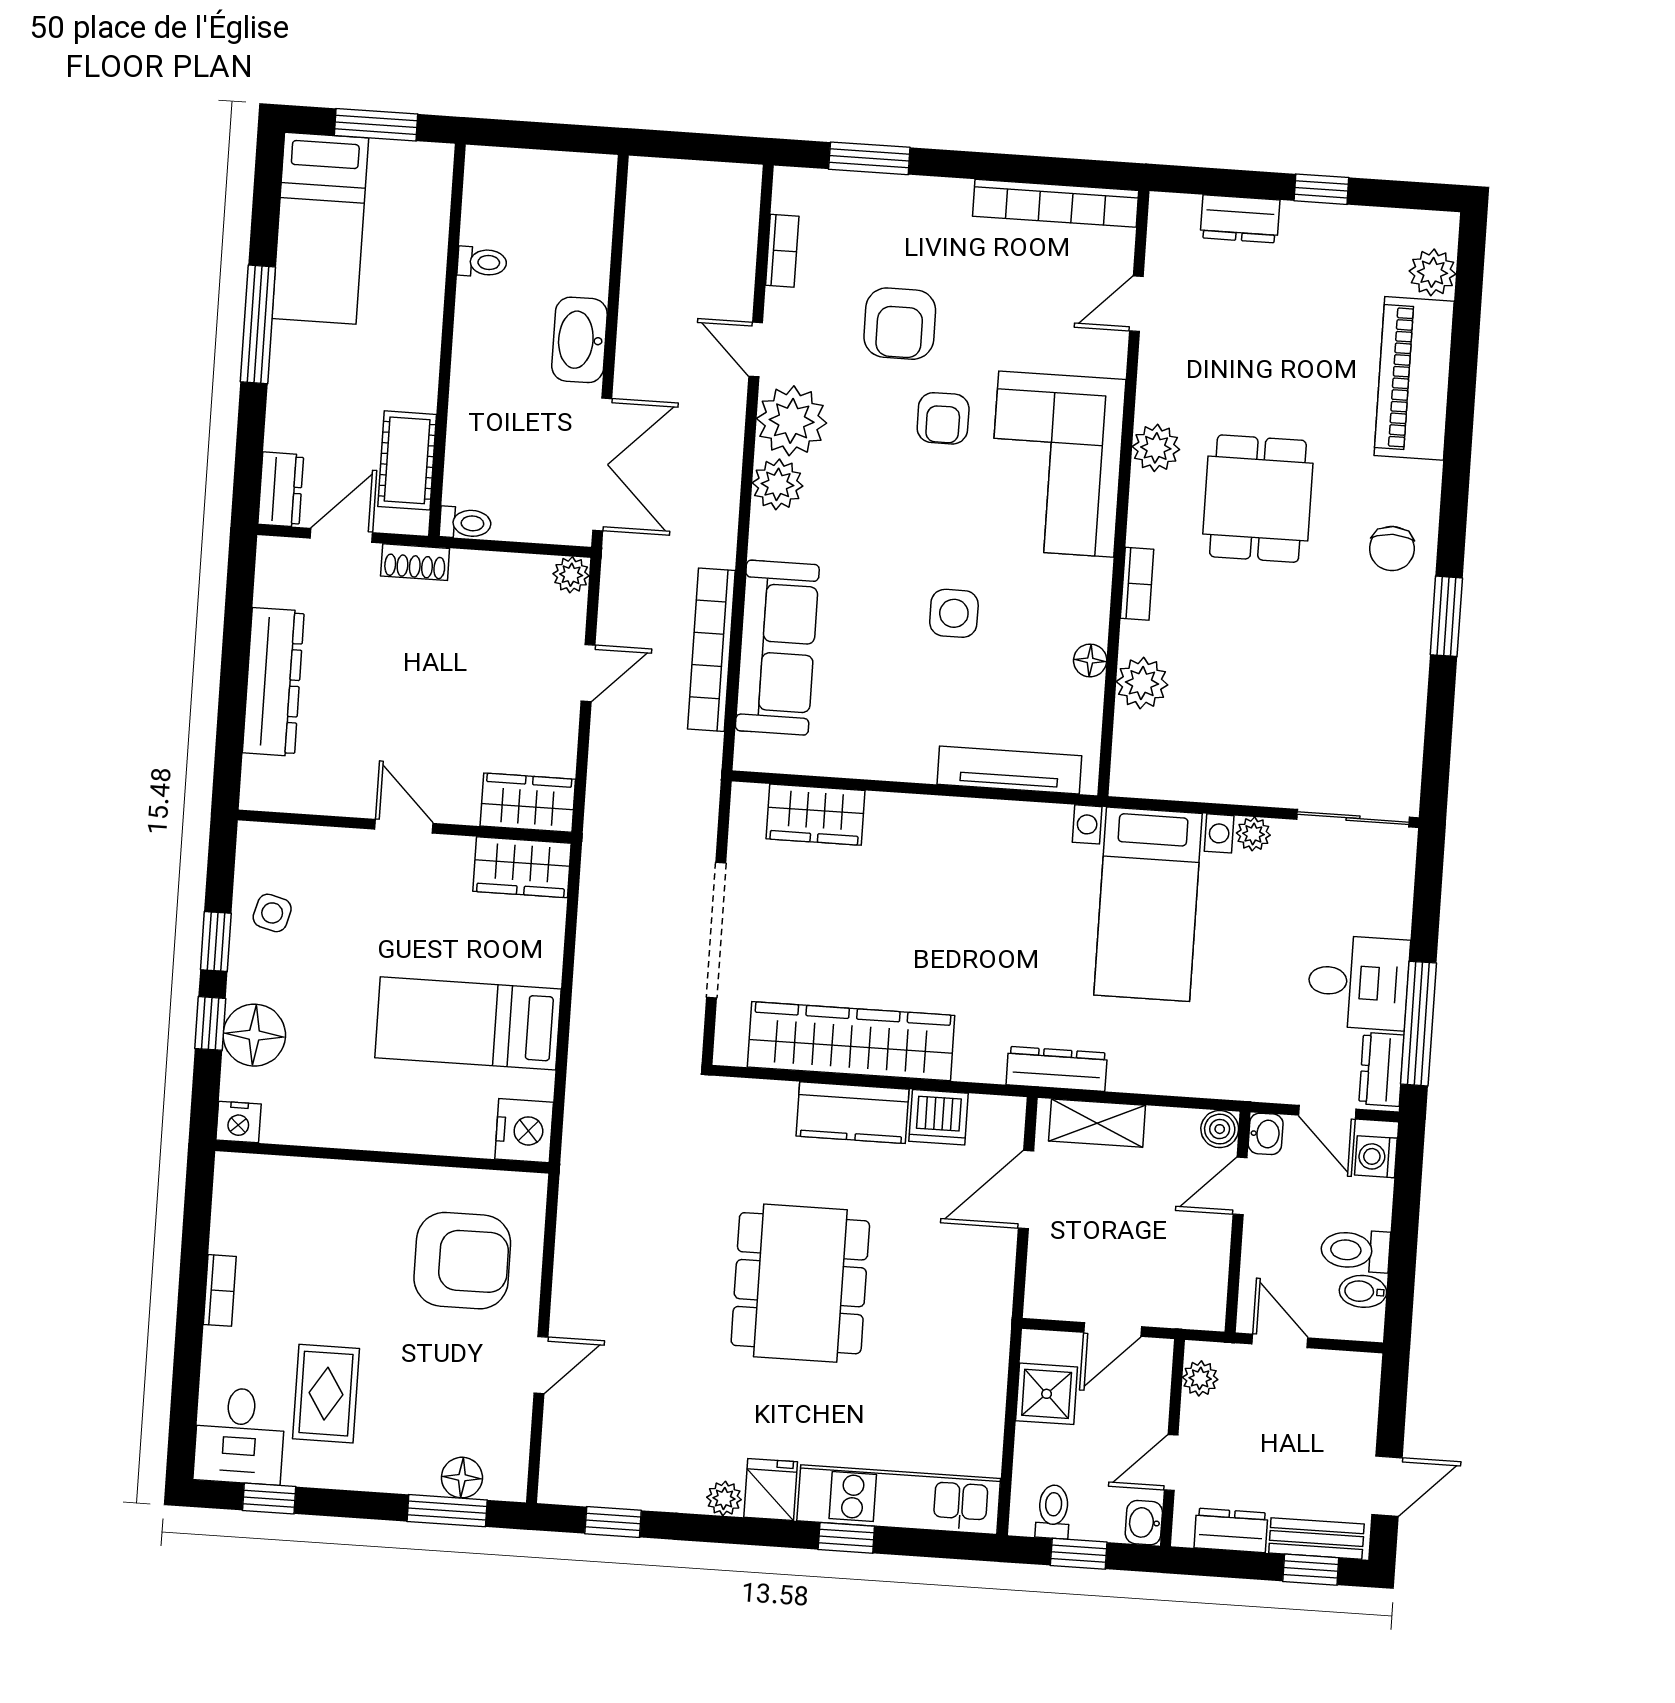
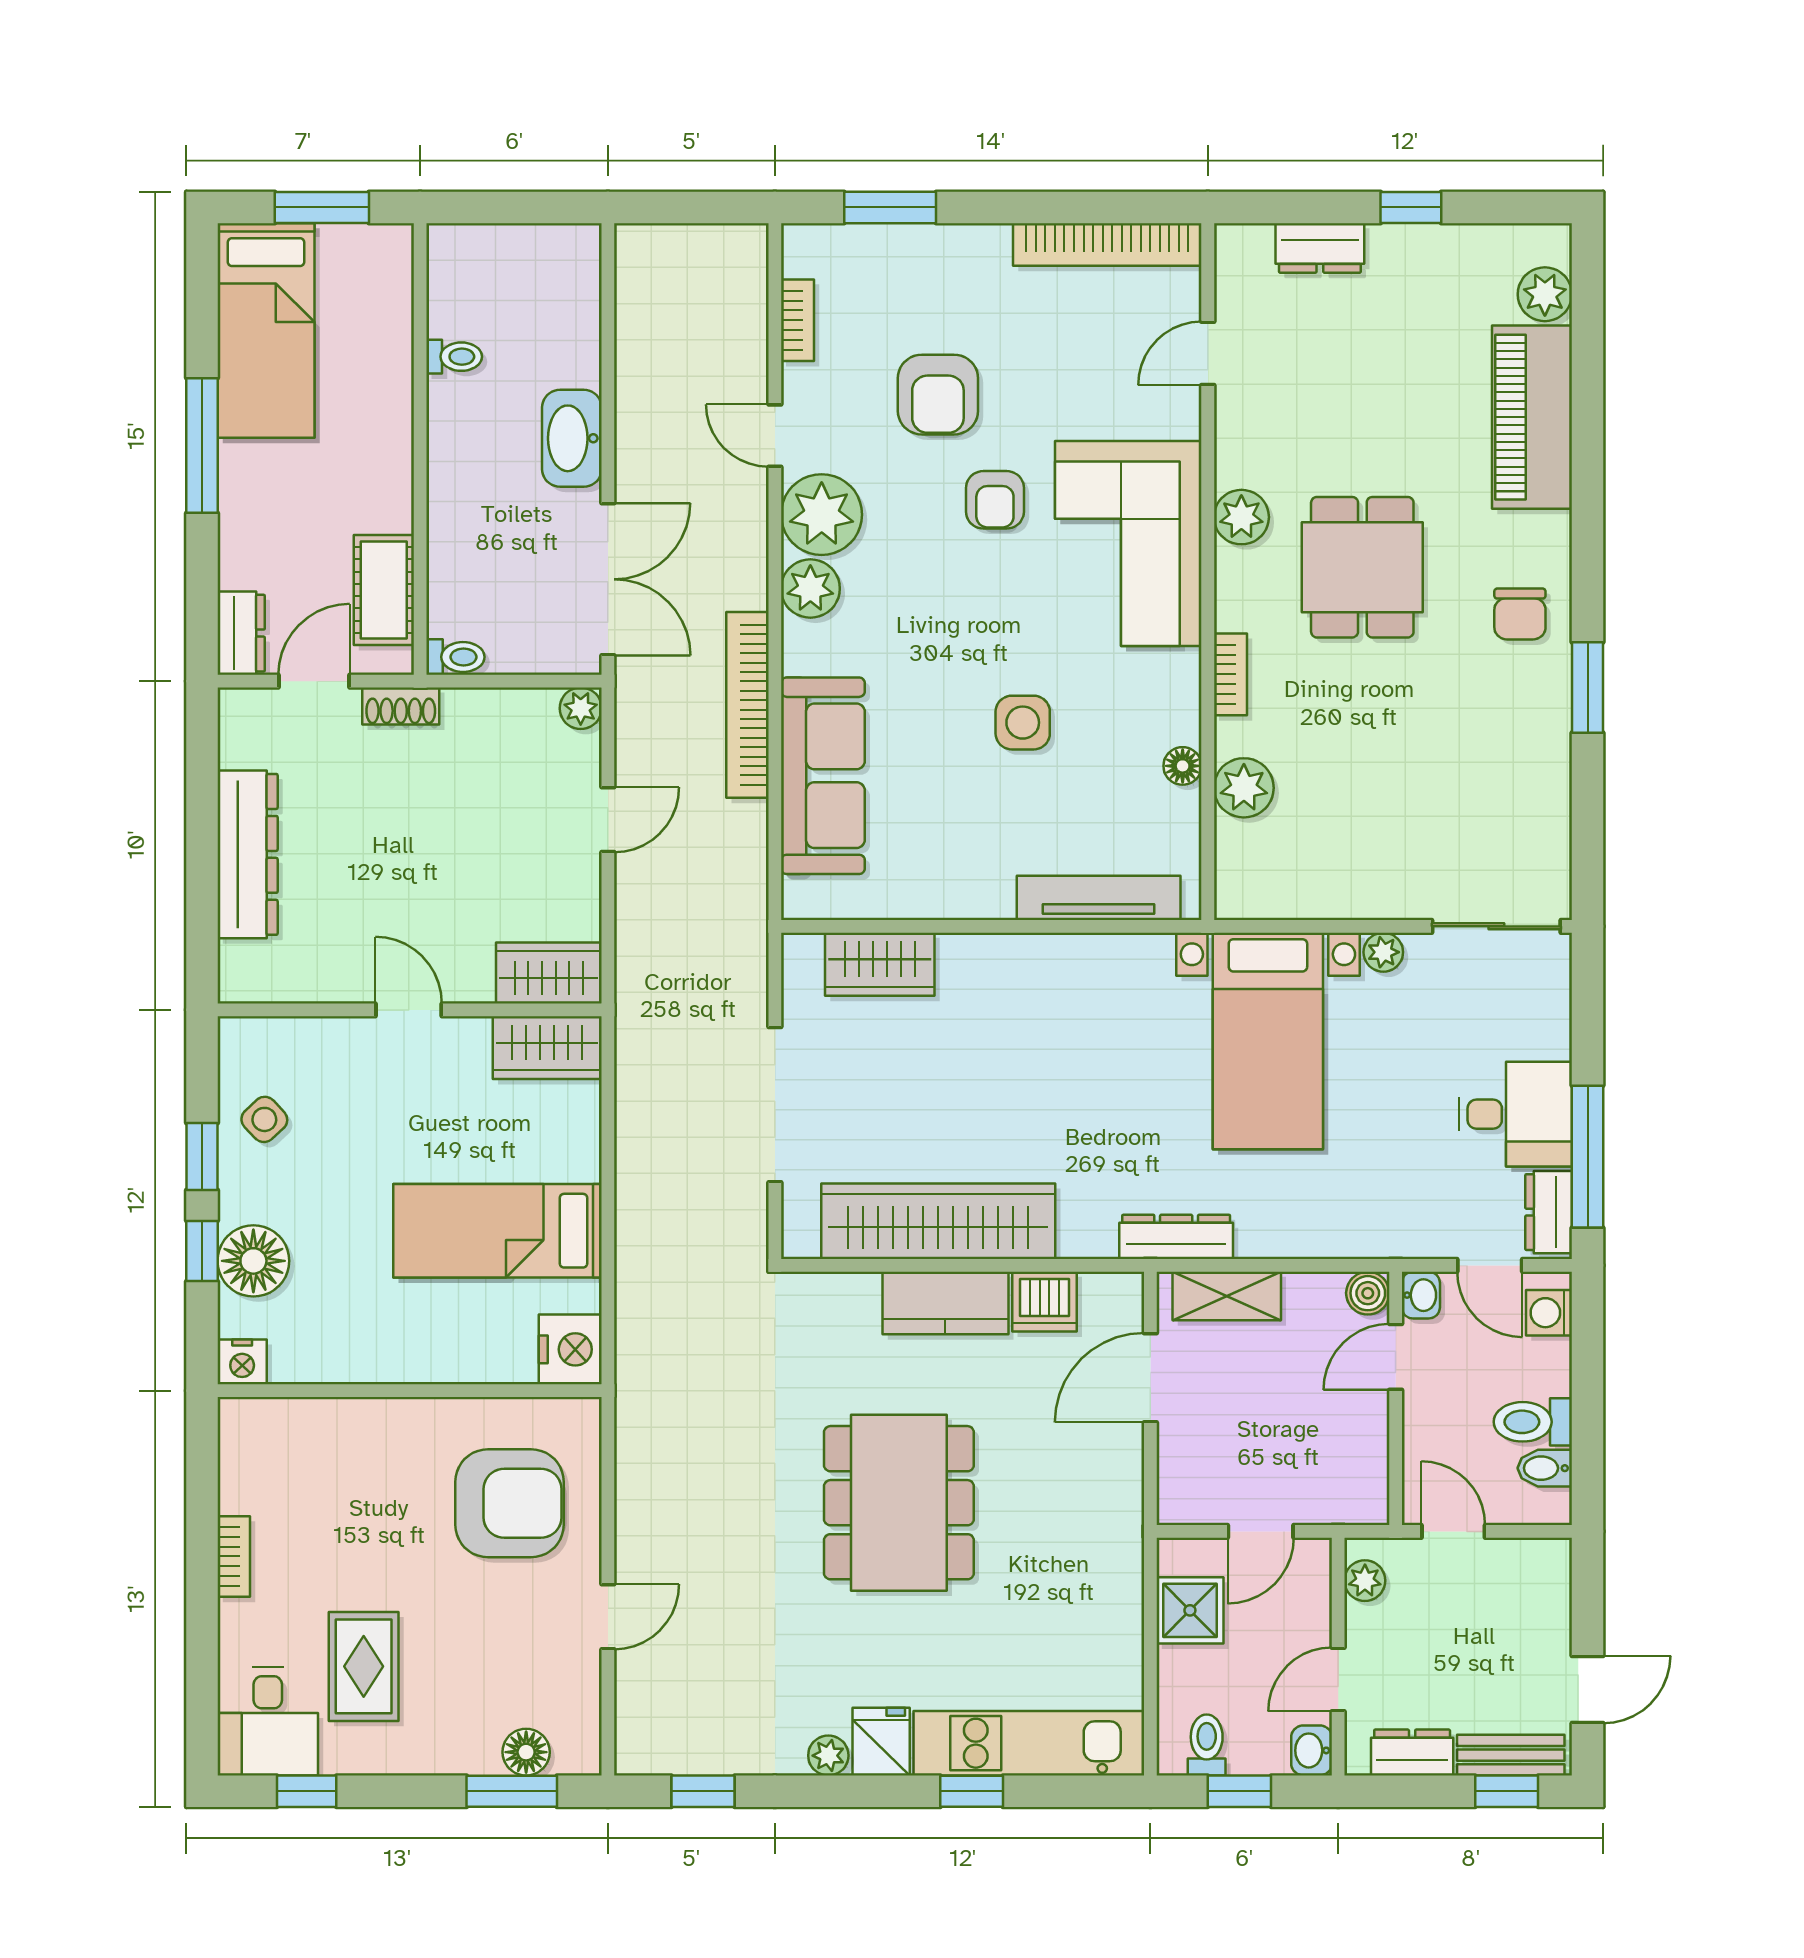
bookcase: (711, 650) -> (747, 705), moved
side table: (272, 913) -> (264, 1119), turned 32

